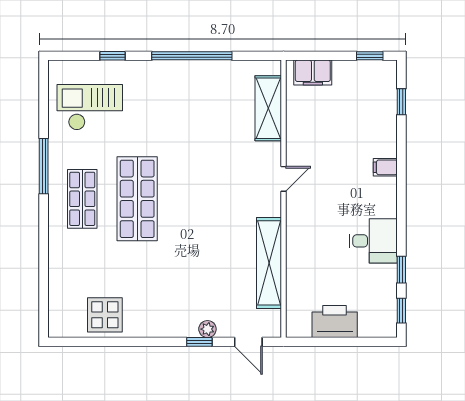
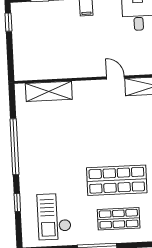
filing cabinet: (313, 73) -> (22, 61), removed
door: (284, 179) -> (115, 77), moved

